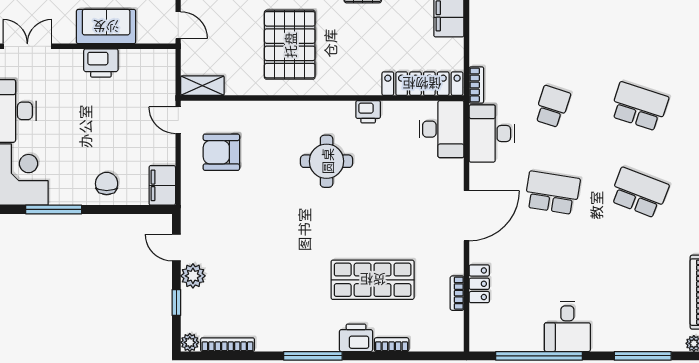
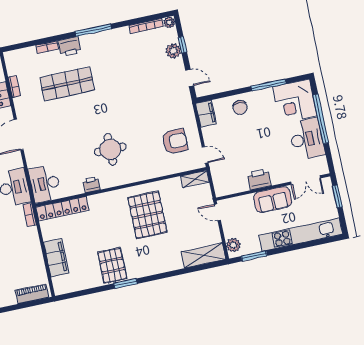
sofa: (106, 27) -> (273, 200), moved
plant: (193, 276) -> (173, 51), moved

